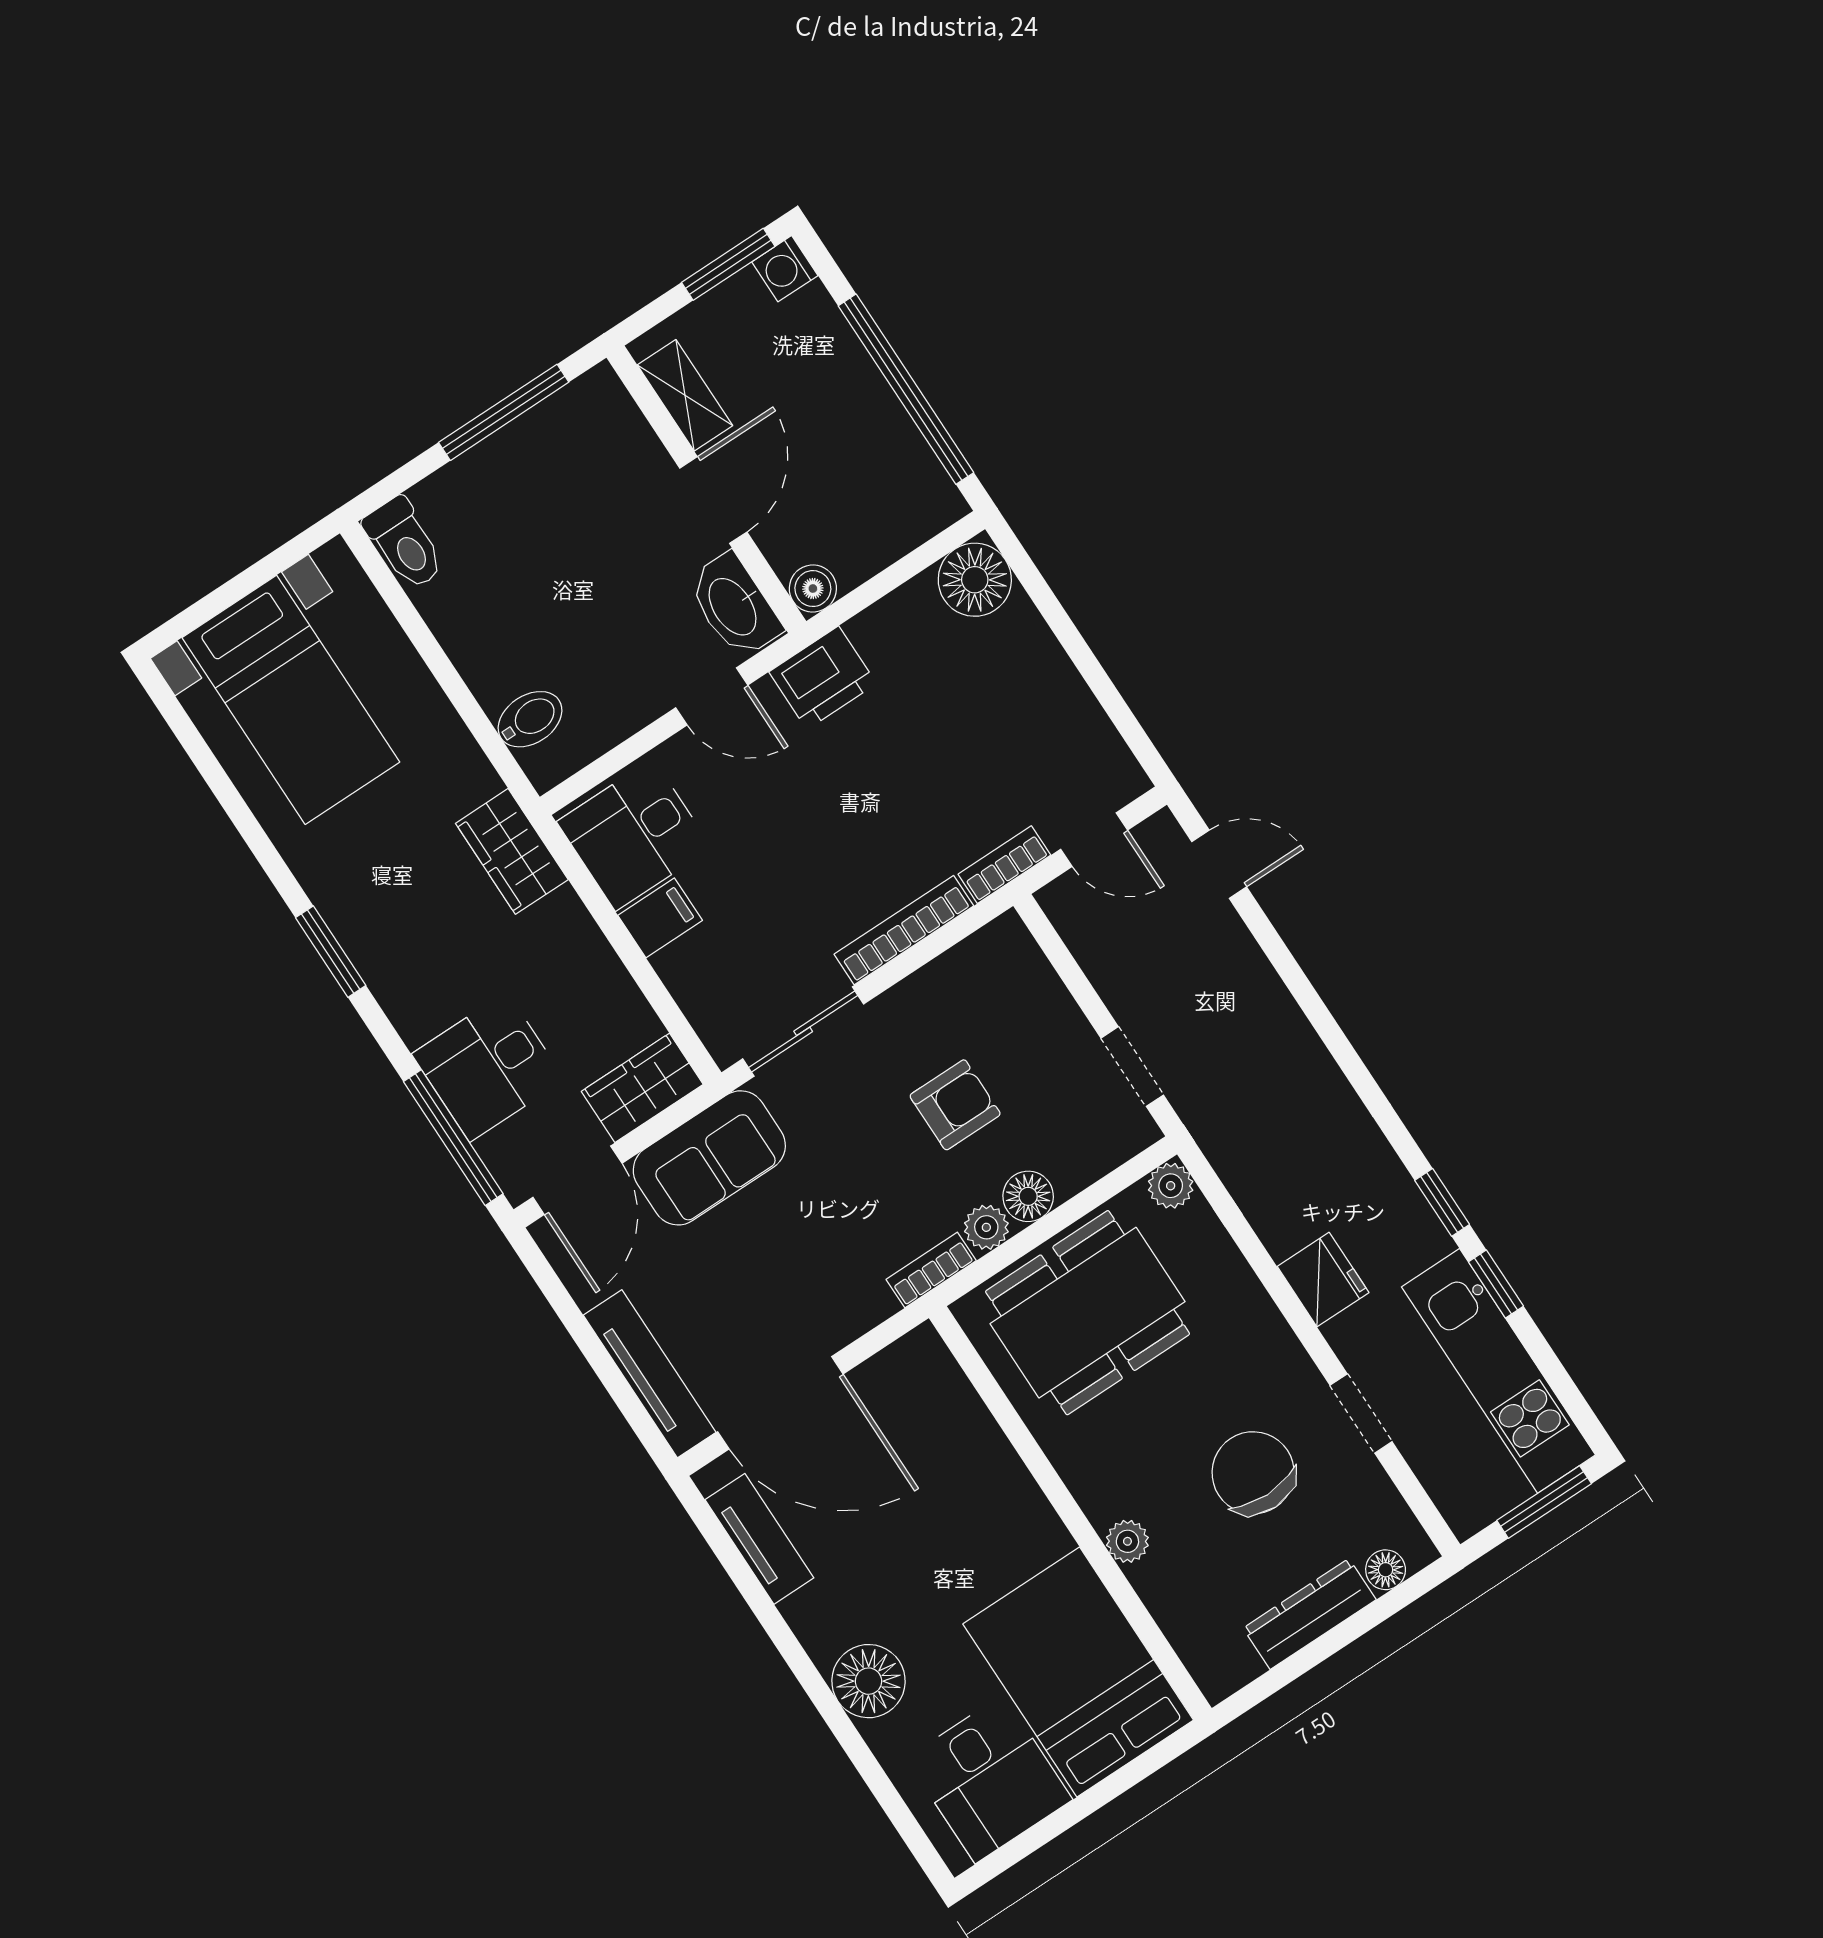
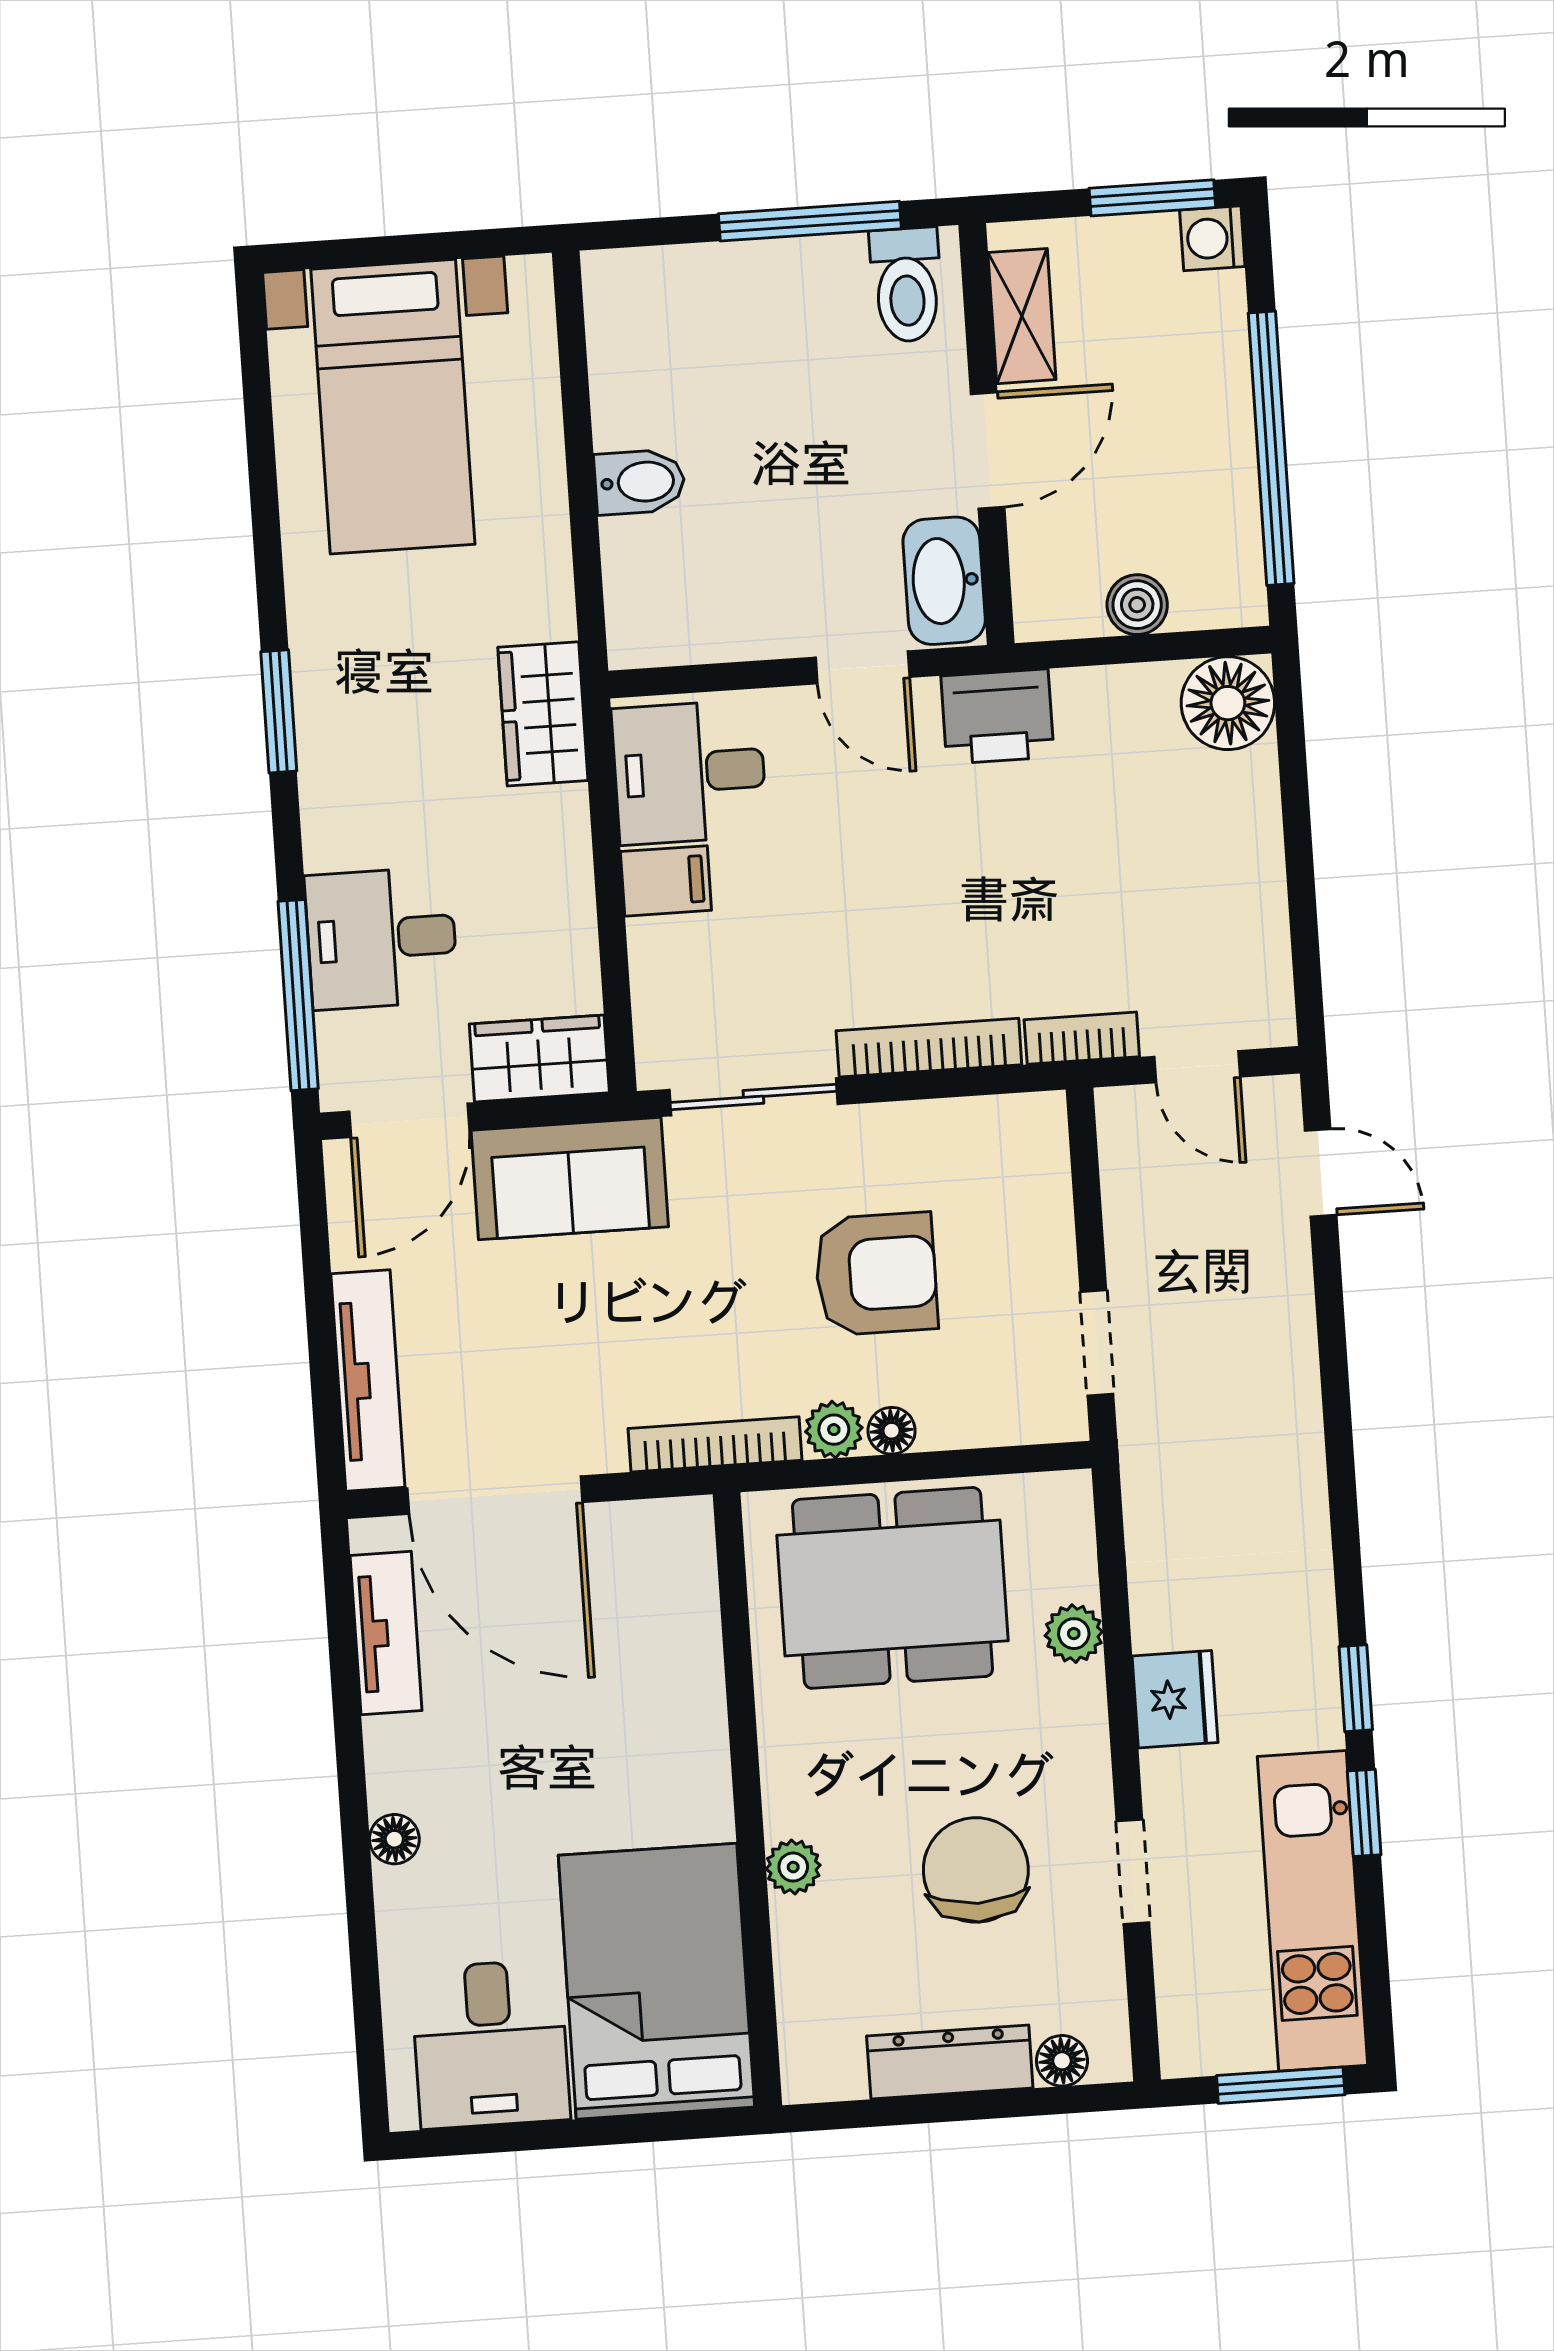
toilet: (405, 543) -> (906, 285), moved
boiler: (813, 589) -> (1137, 605), moved
bidet: (530, 719) -> (640, 482), moved
armchair: (955, 1105) -> (876, 1274), width x1.38, depth x1.38
plant: (1171, 1186) -> (1074, 1634), moved
floor lamp: (1028, 1196) -> (892, 1431), width x0.73, depth x0.73
bookcase: (931, 1270) -> (715, 1444), width x1.56
floor lamp: (868, 1681) -> (394, 1839), width x0.53, depth x0.53

